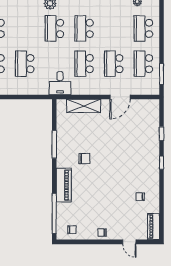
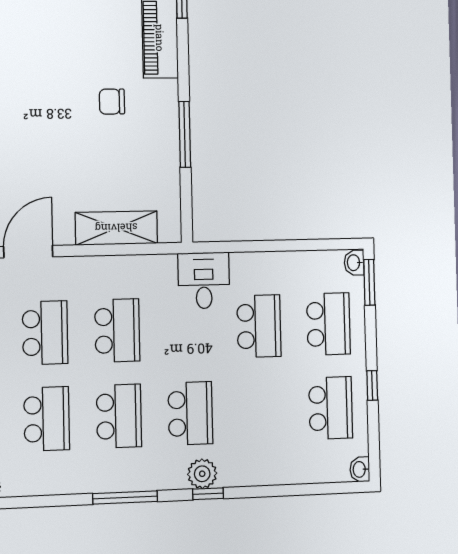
school desk: (114, 28) -> (47, 419), added
desk: (60, 83) -> (204, 281), moved

